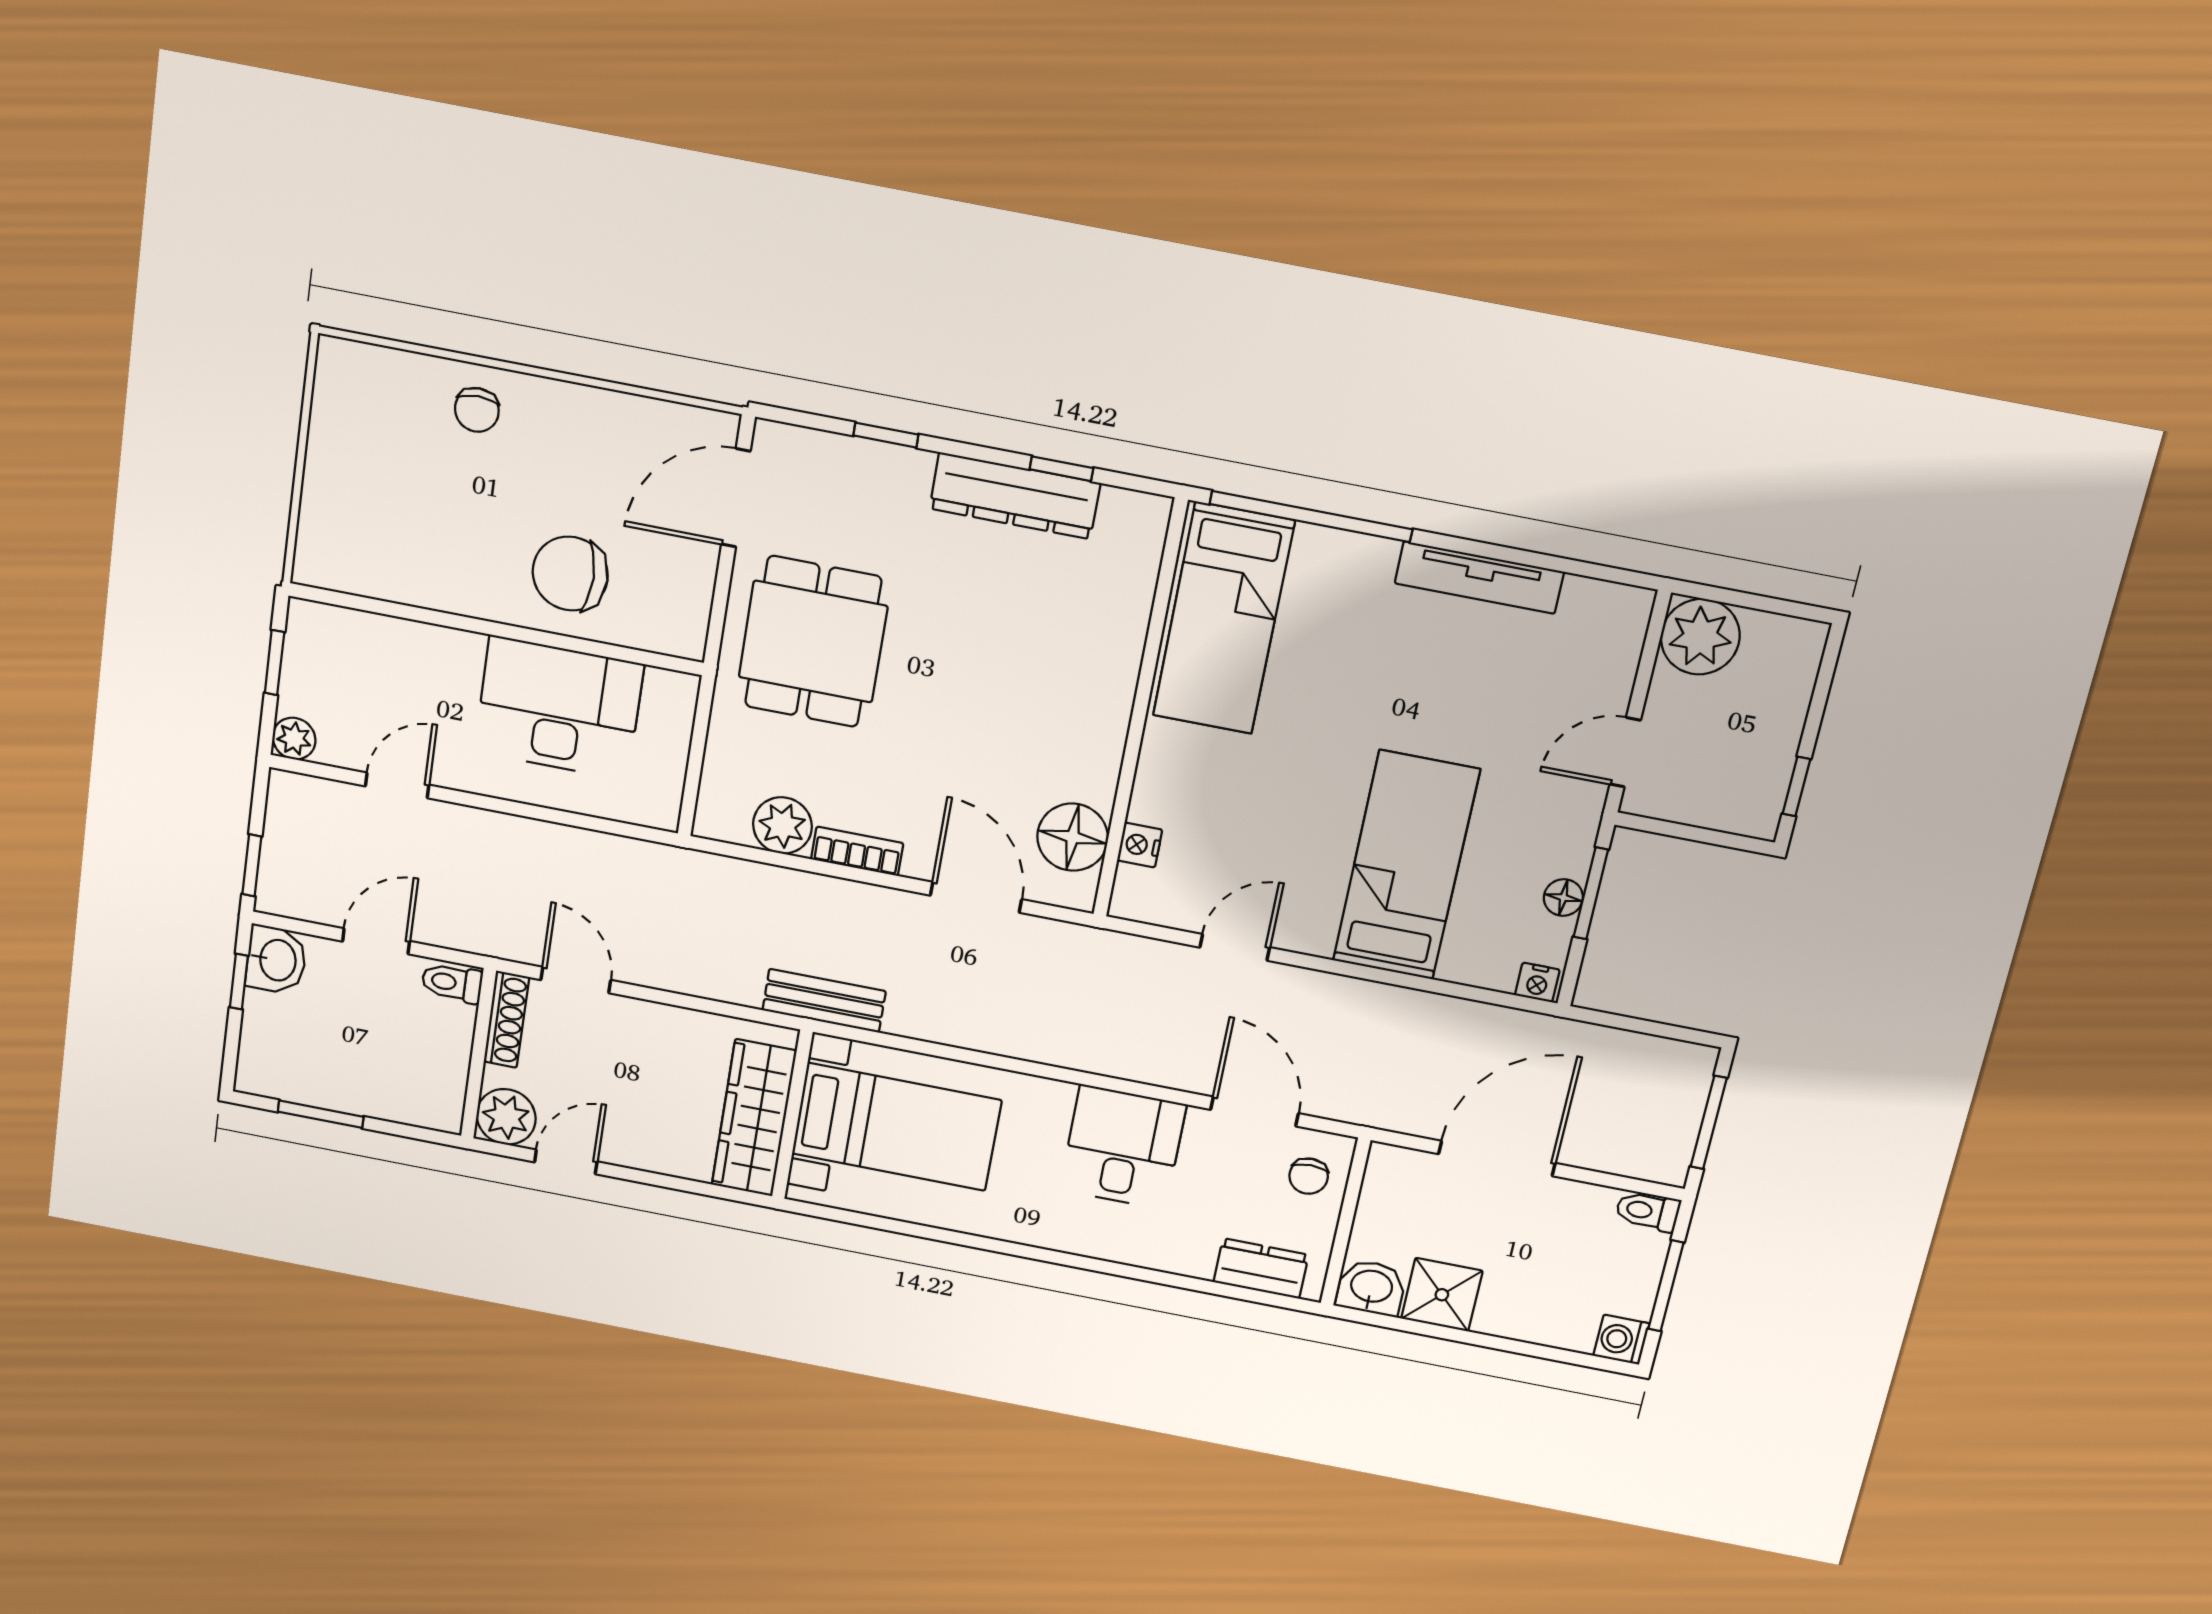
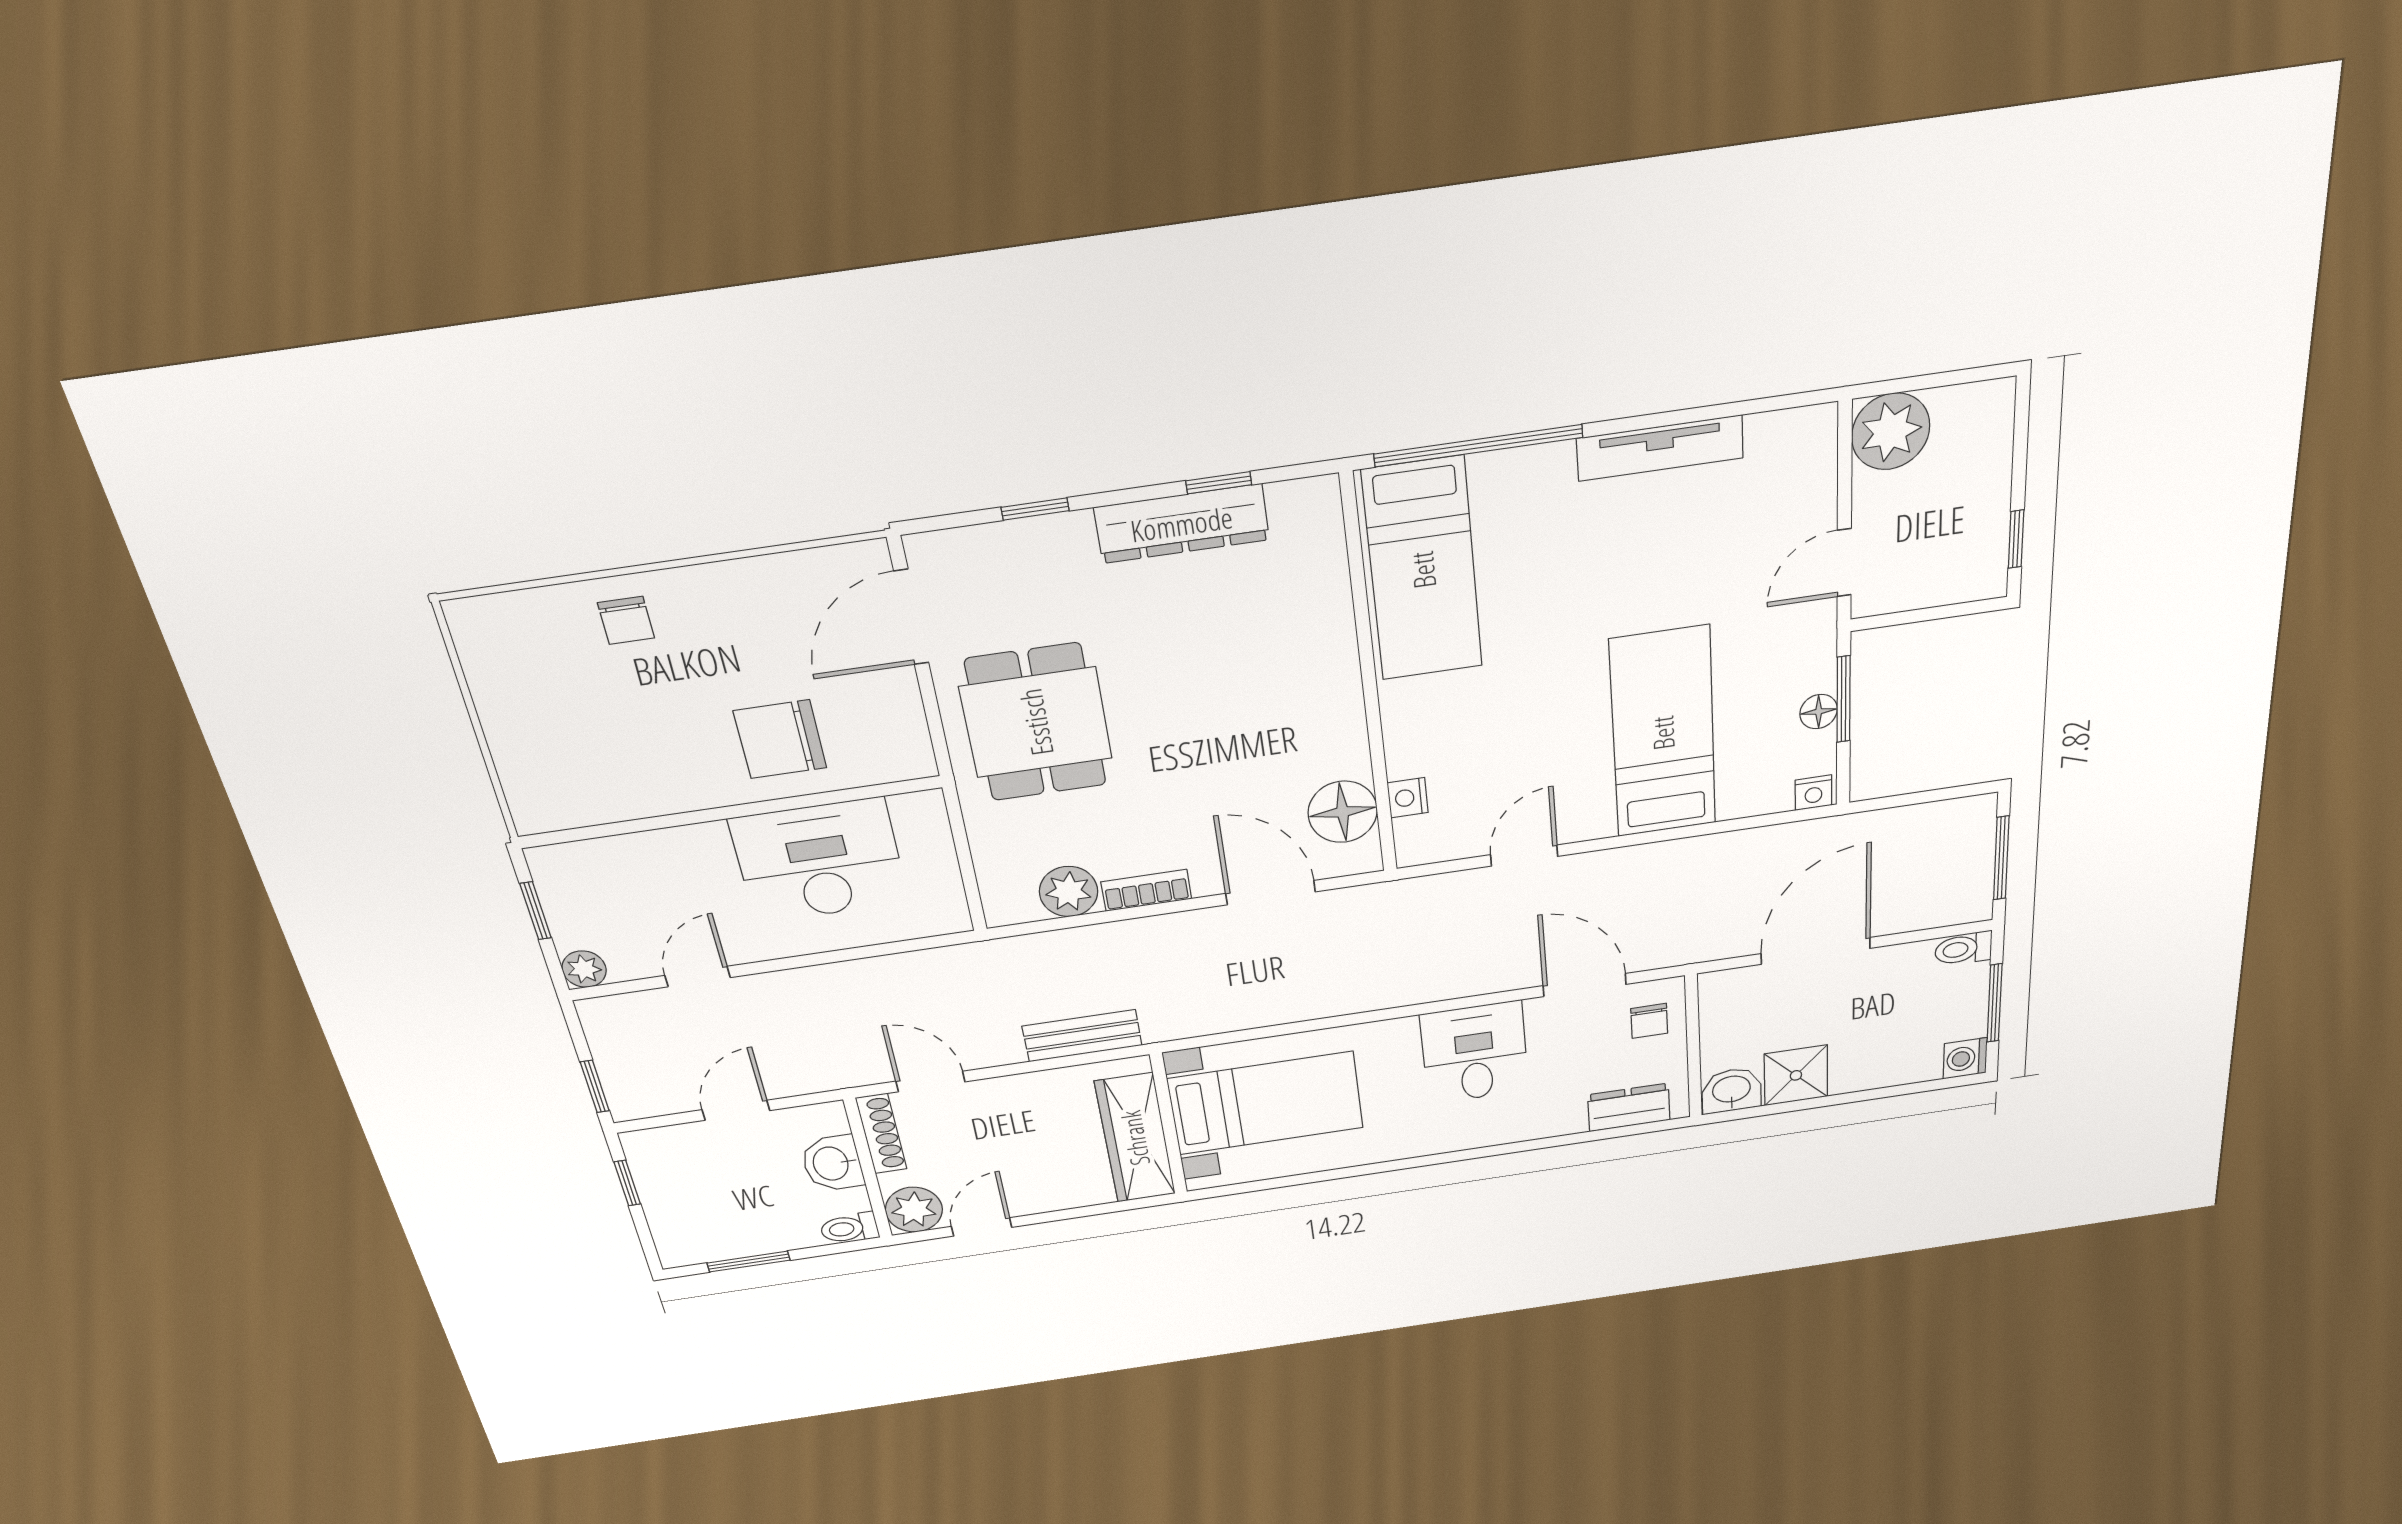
washbasin: (276, 960) -> (832, 1163), moved, turned 180
toilet: (452, 983) -> (849, 1228), moved
bench: (824, 1001) -> (1082, 1036), moved

